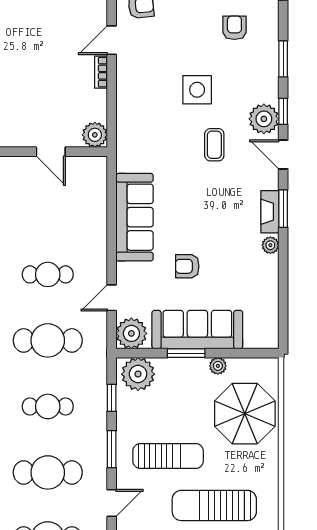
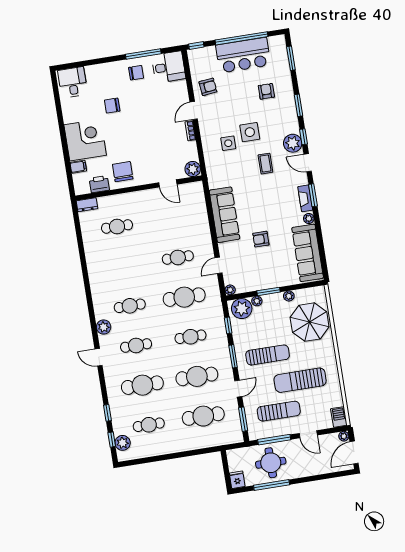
side table: (159, 102) -> (228, 143), added
sofa: (197, 330) -> (308, 253), moved, turned -90
plant: (131, 333) -> (230, 290), width x0.53, depth x0.53
plant: (165, 366) -> (257, 301), added

